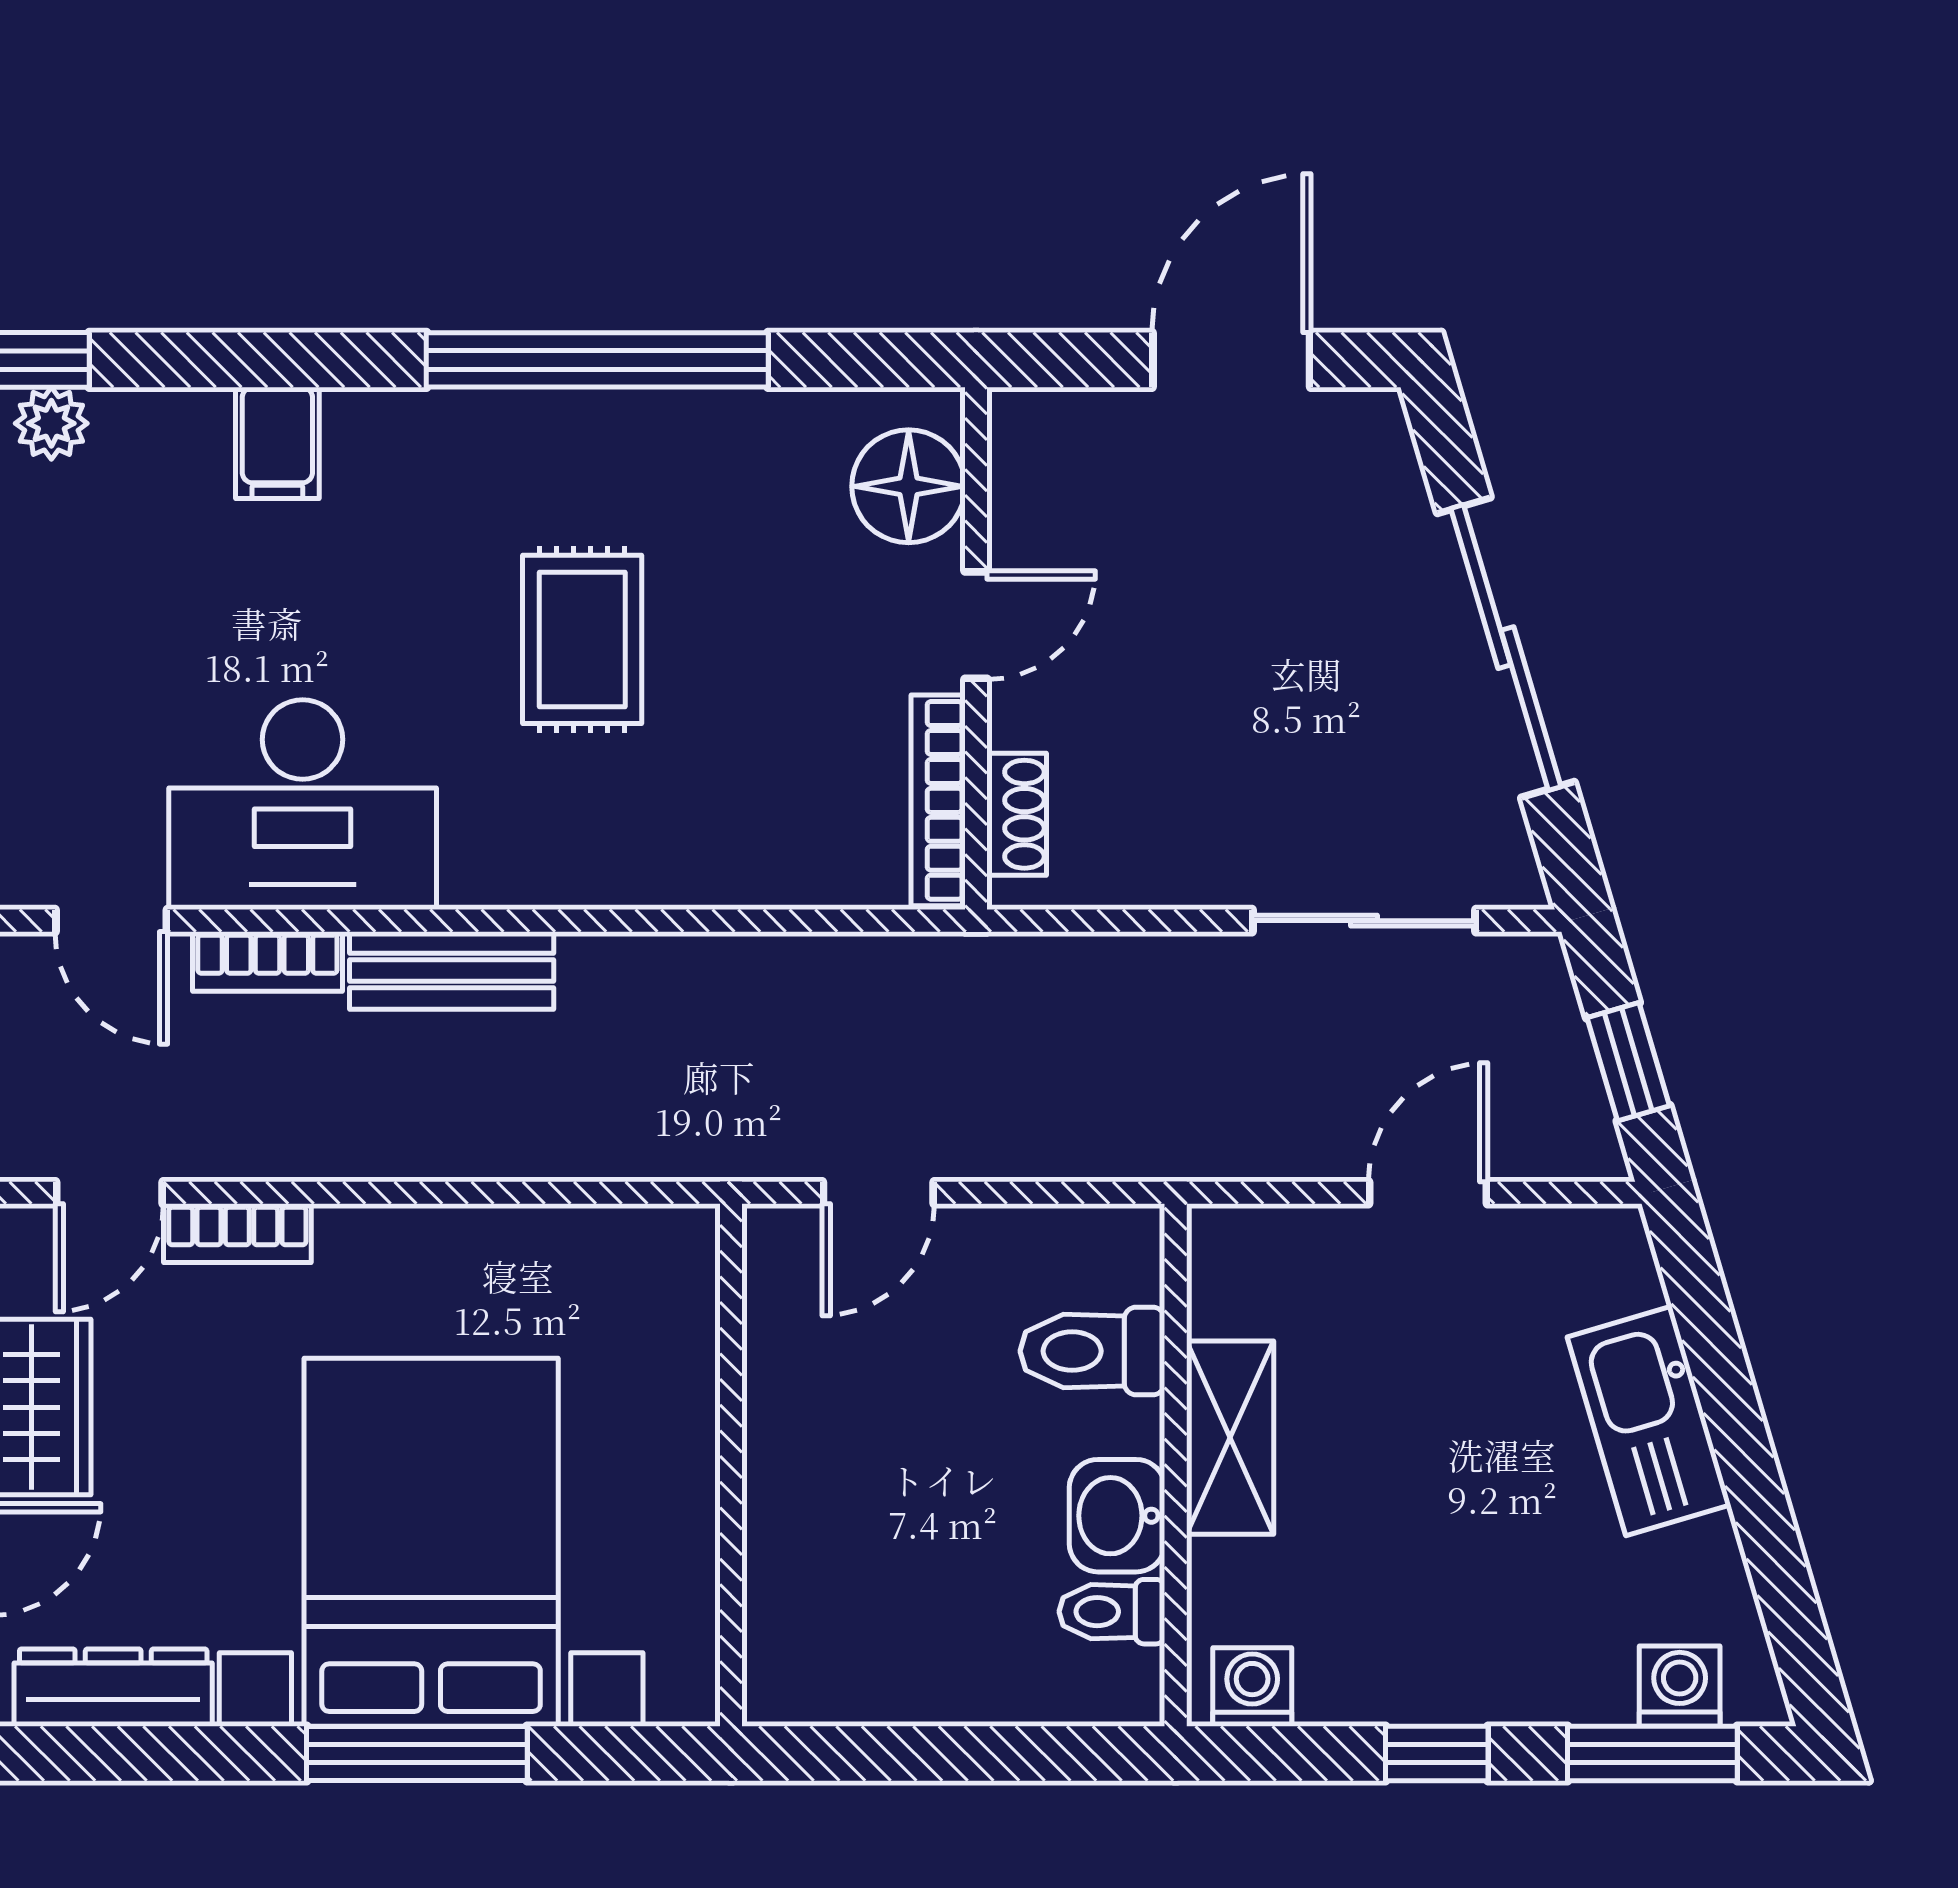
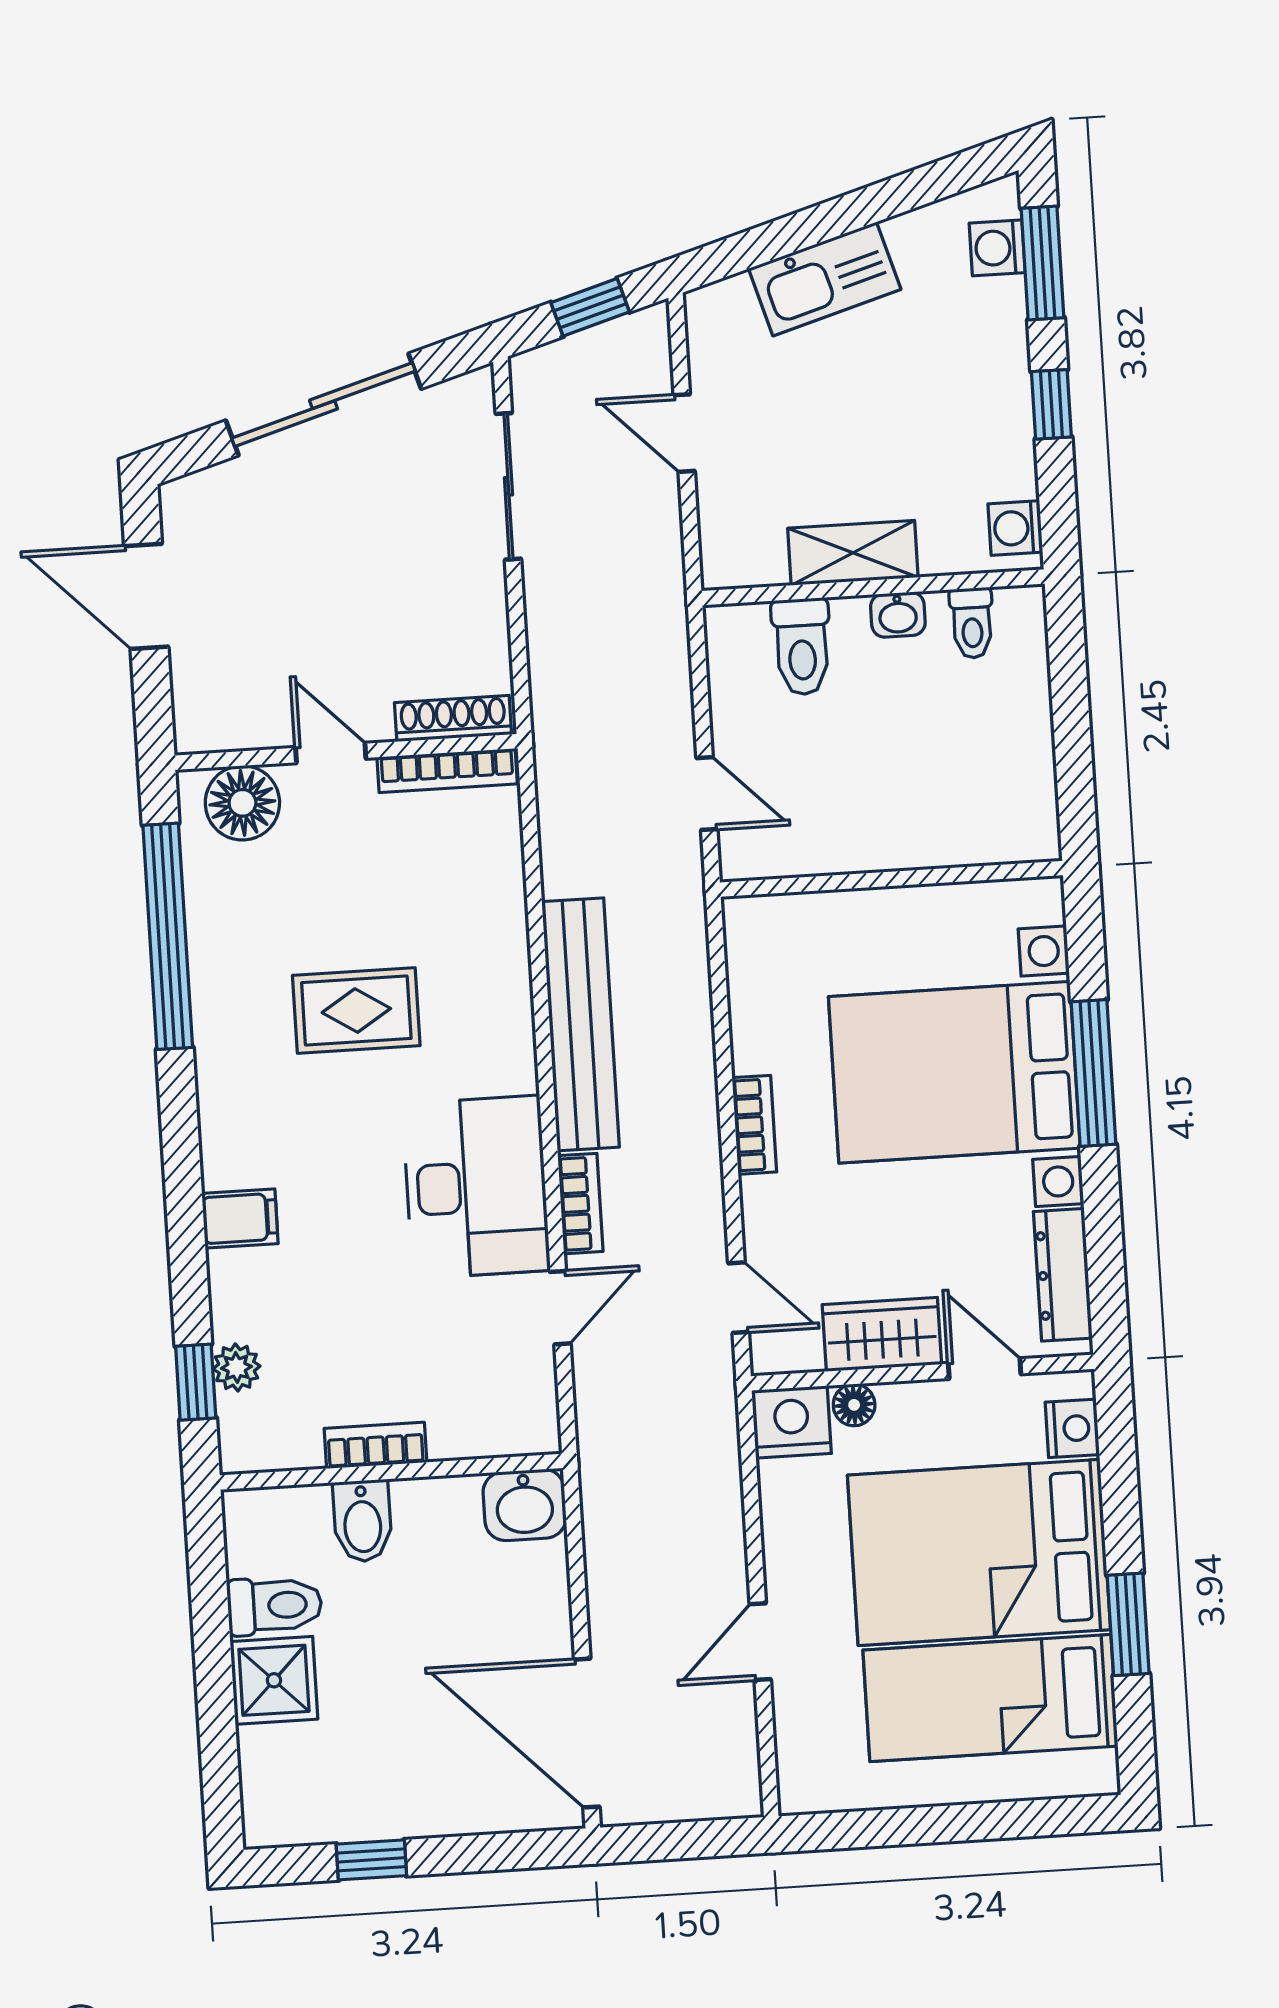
window: (597, 360) -> (168, 936), moved
shoe rack: (1017, 814) -> (453, 718), width x1.43
bench: (452, 970) -> (581, 1024), width x1.86, depth x1.21
bookcase: (237, 1233) -> (754, 1125), moved
washbasin: (1117, 1516) -> (898, 615), width x0.72, depth x0.69

